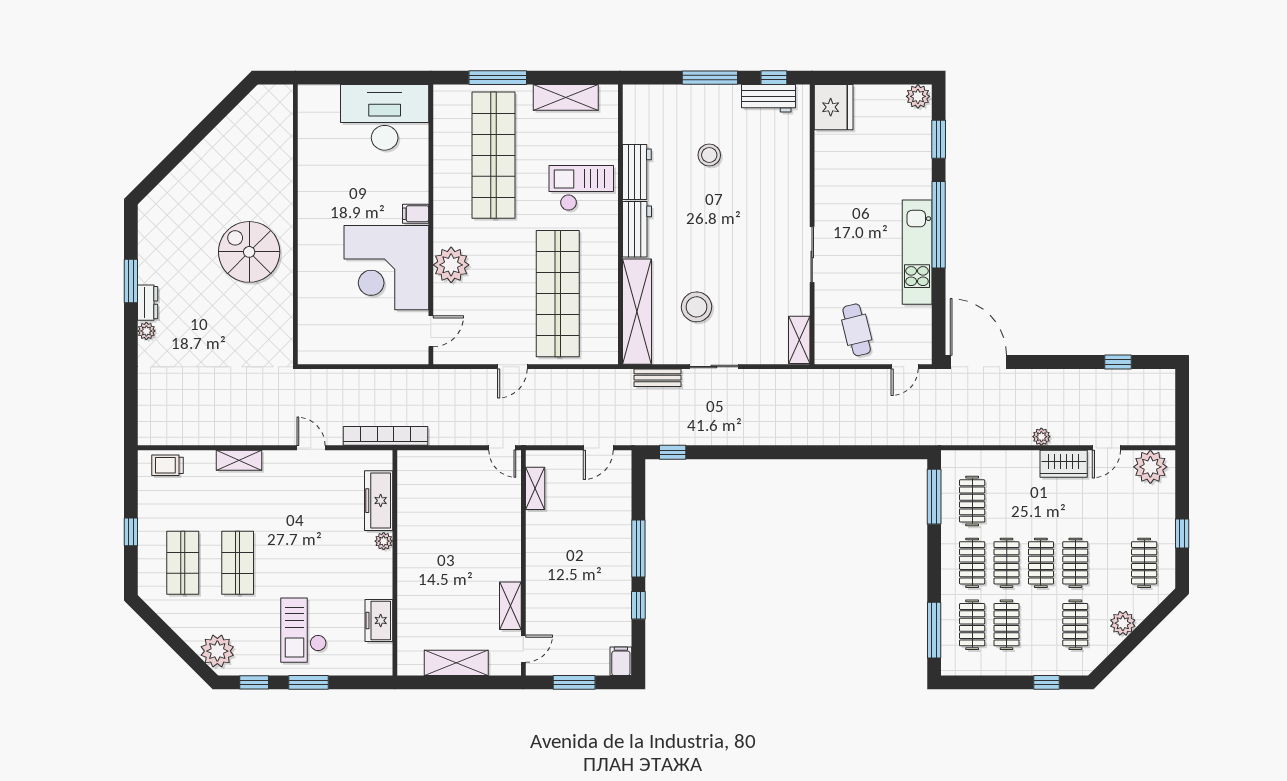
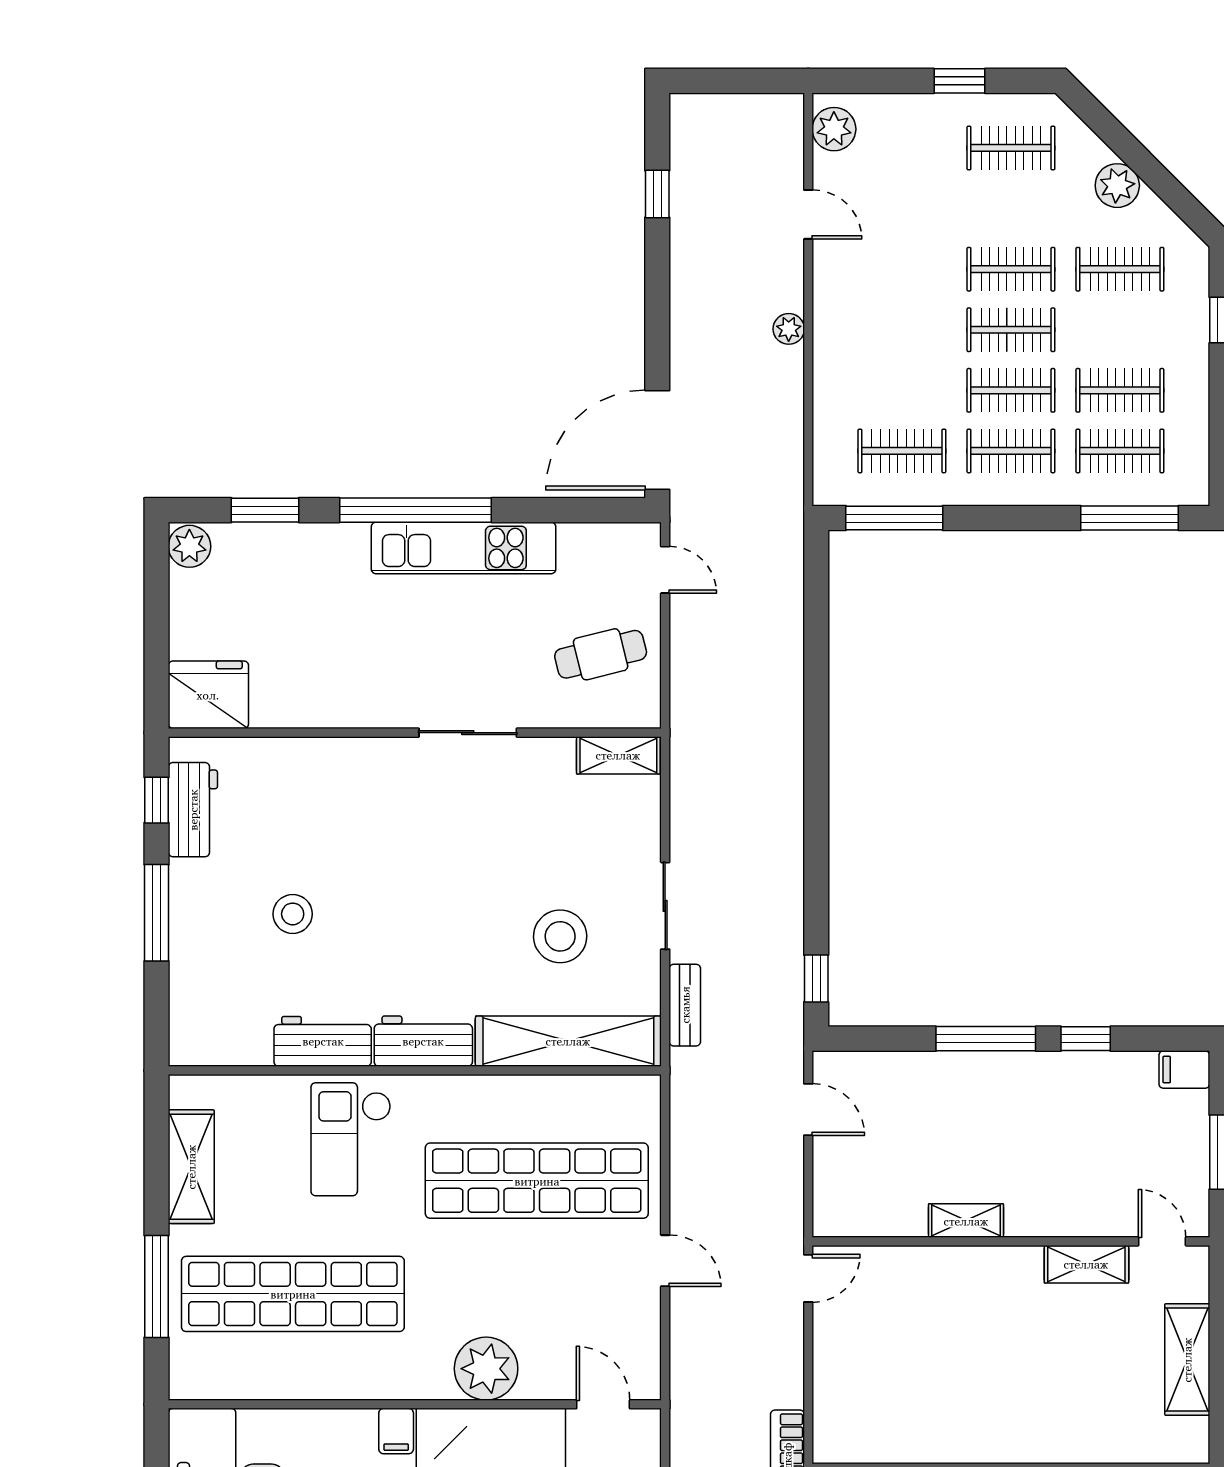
wardrobe: (1064, 464) -> (836, 290), removed
plant: (1150, 467) -> (834, 129), width x0.73, depth x0.73
shelving: (535, 488) -> (966, 1221), moved

